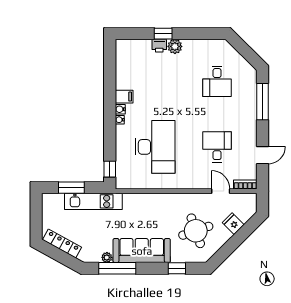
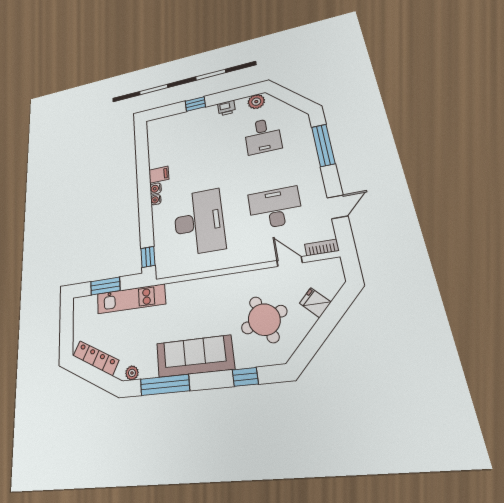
printer: (159, 46) -> (226, 108), moved
plant: (175, 46) -> (256, 102), moved
desk: (217, 147) -> (275, 208), width x1.37
plant: (107, 257) -> (132, 373), moved

